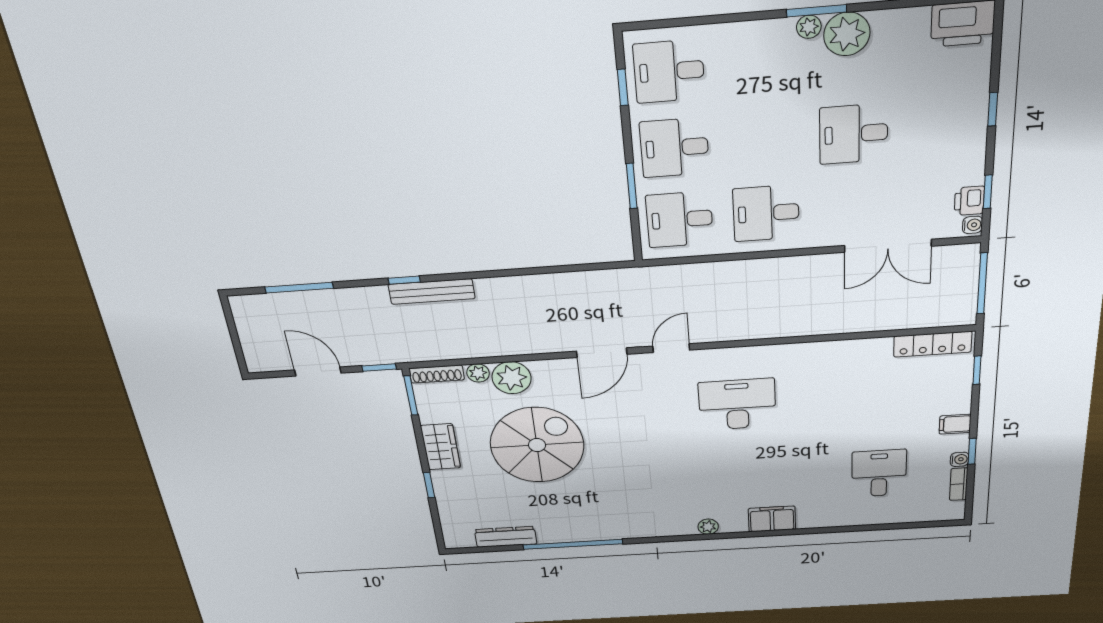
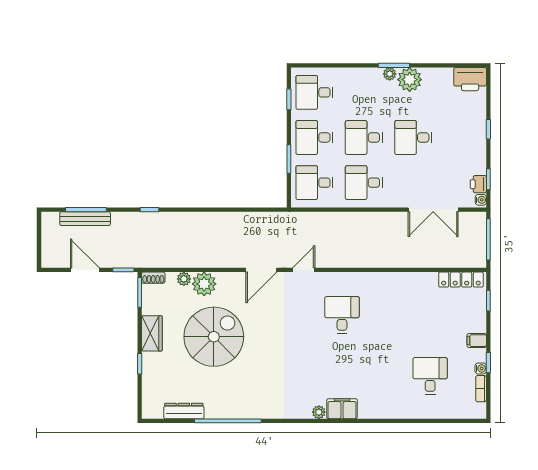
desk: (764, 141) -> (364, 137), added
bench: (432, 292) -> (85, 219), moved
shoe rack: (437, 374) -> (153, 278), width x0.70
desk: (737, 404) -> (342, 315), width x0.73
filing cabinet: (772, 519) -> (342, 409), moved

